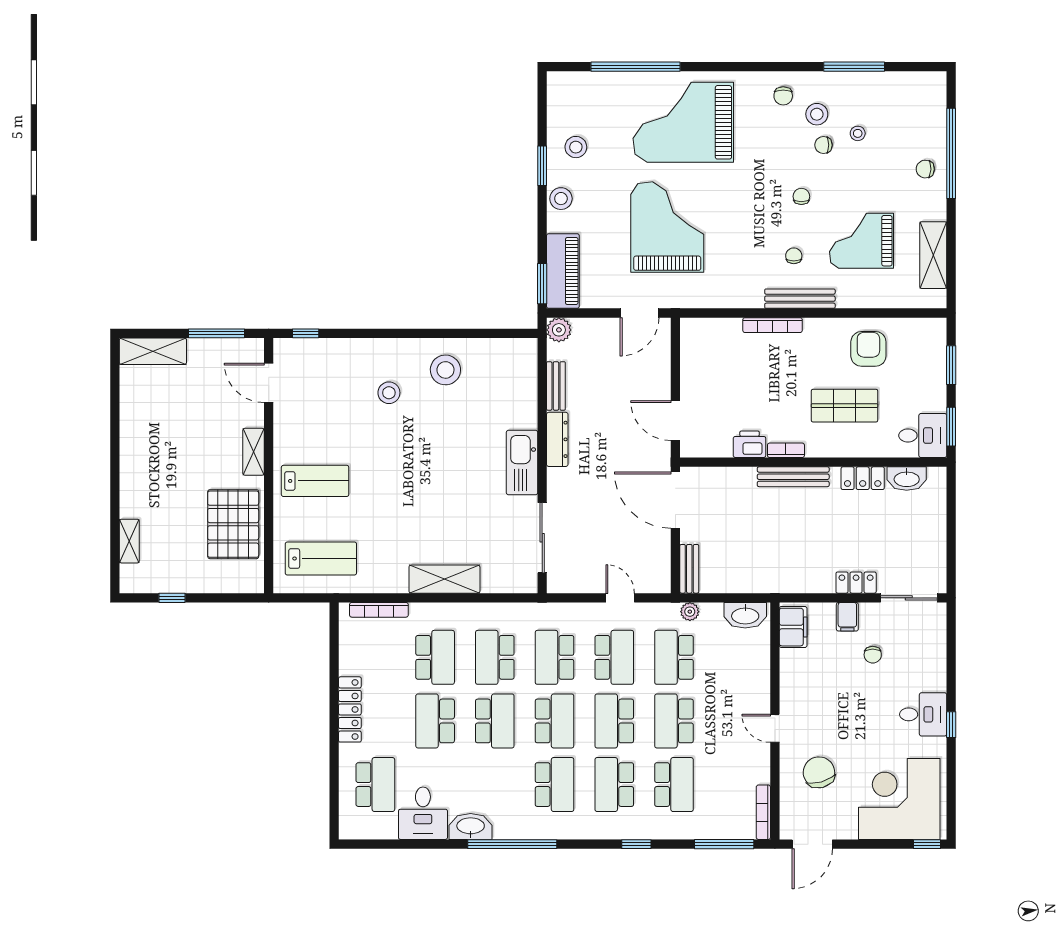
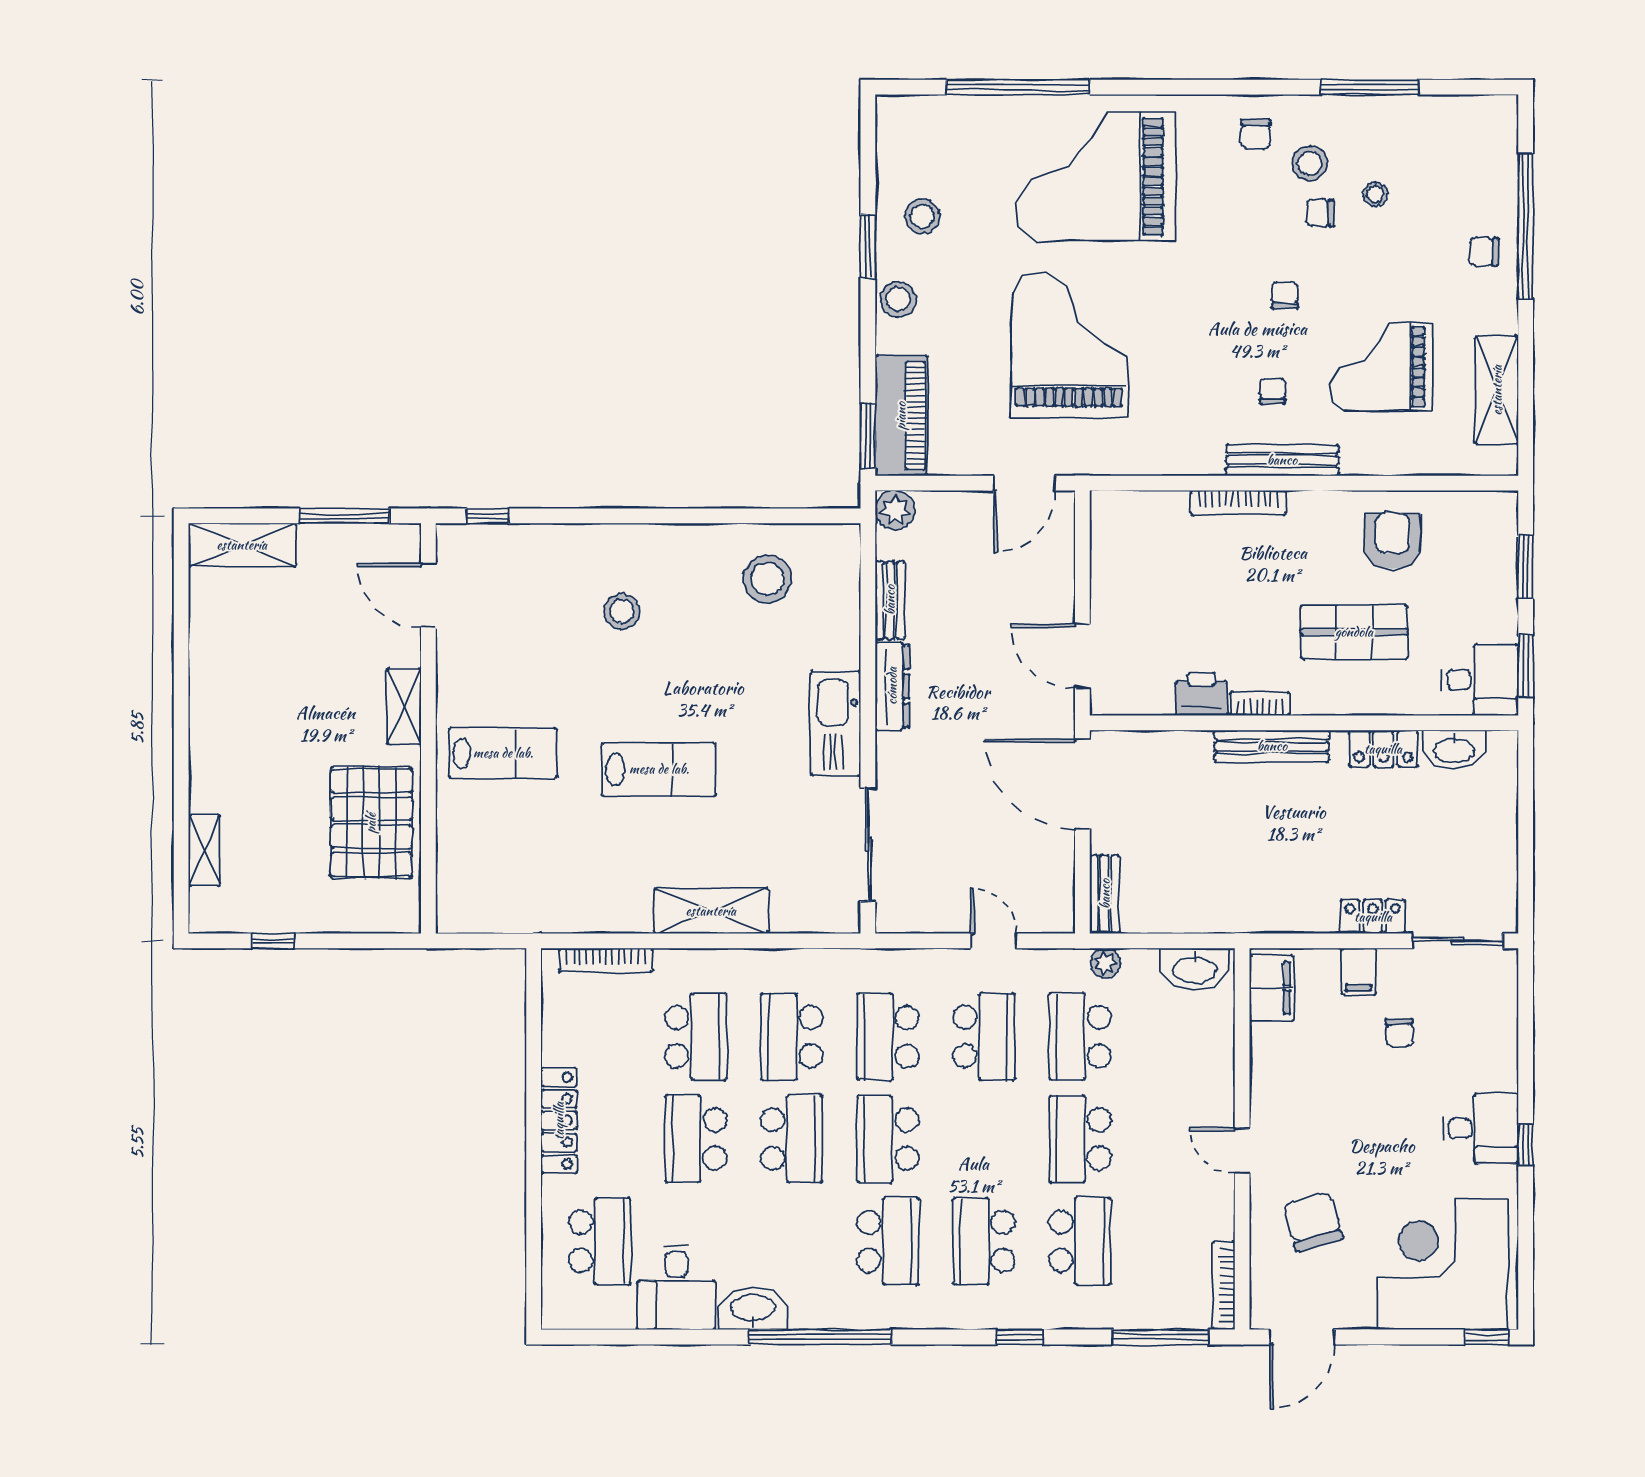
stool: (445, 370) -> (767, 579), moved
lab bench: (321, 558) -> (659, 769), moved
school desk: (555, 721) -> (888, 1139), turned 180
school desk: (614, 721) -> (984, 1139), removed

